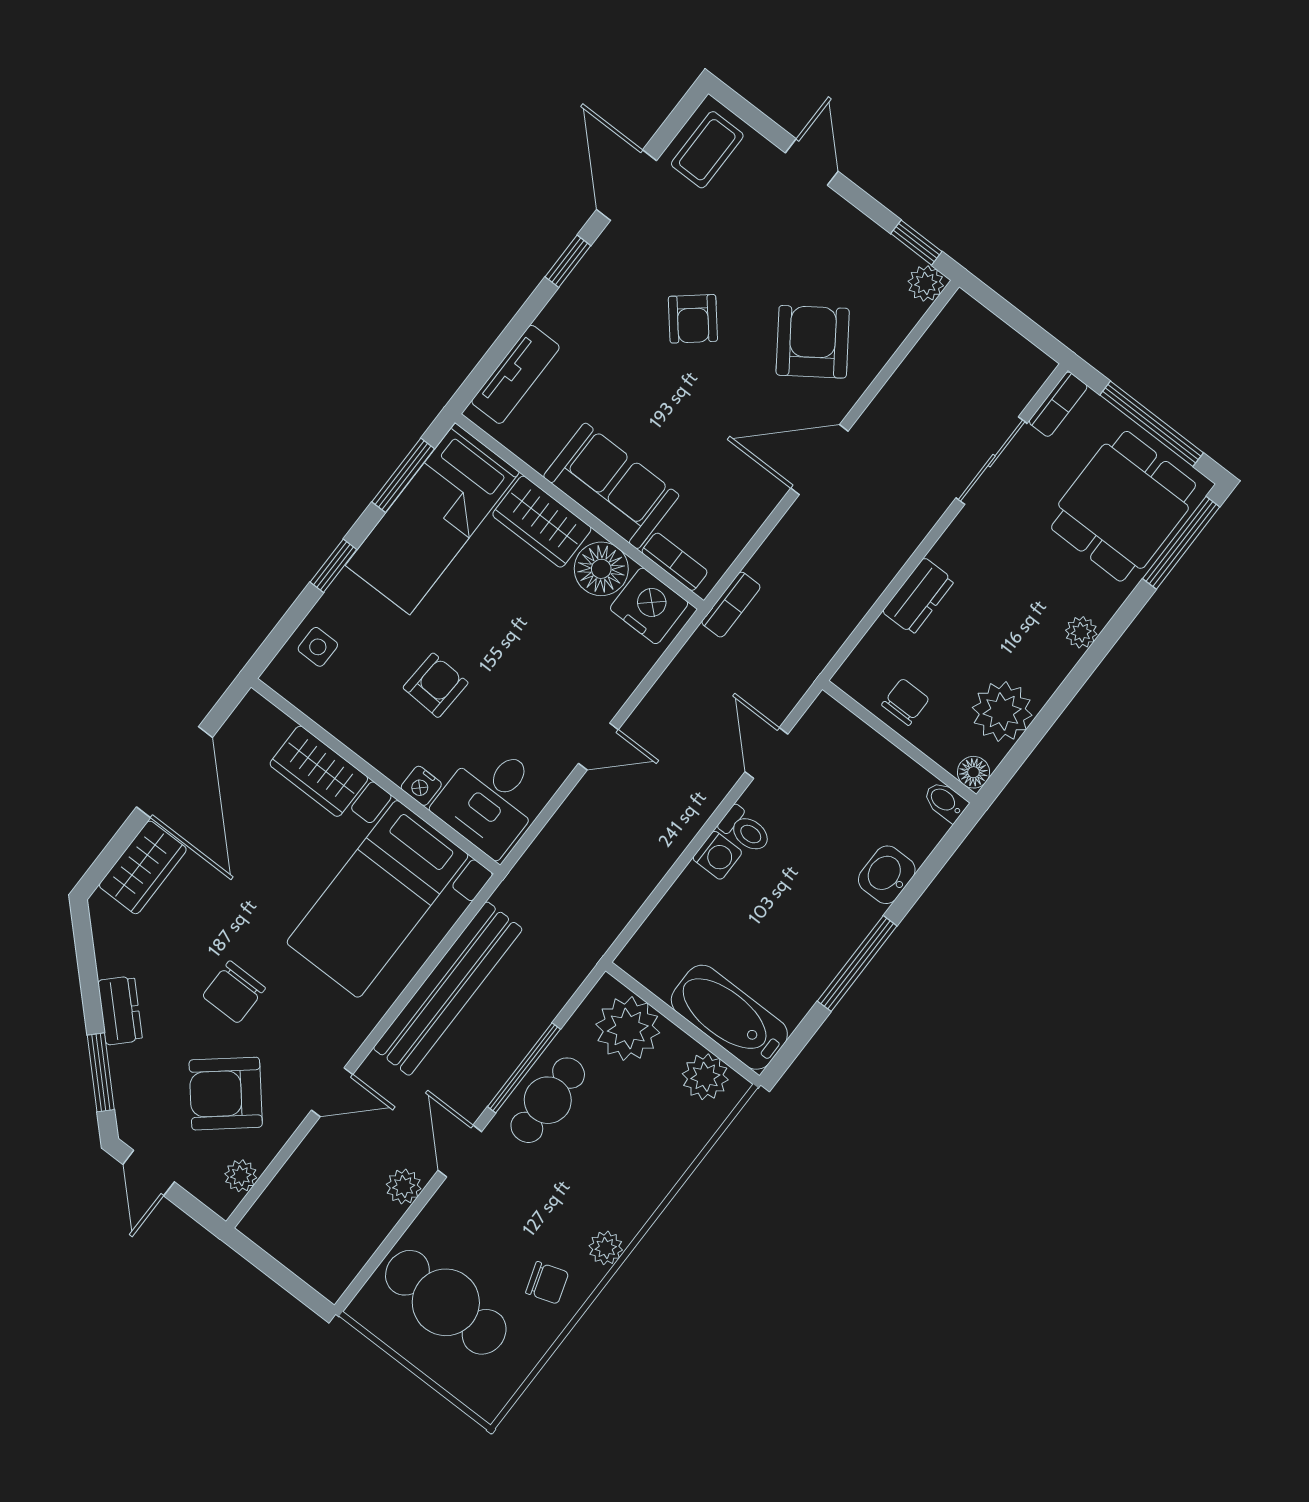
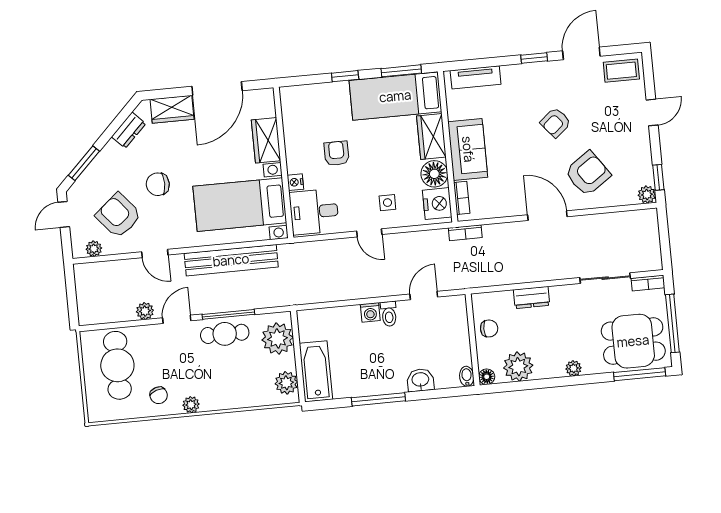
side table: (318, 647) -> (387, 203), moved
armchair: (436, 685) -> (336, 153), turned -93
dresser: (120, 1010) -> (129, 130), moved

